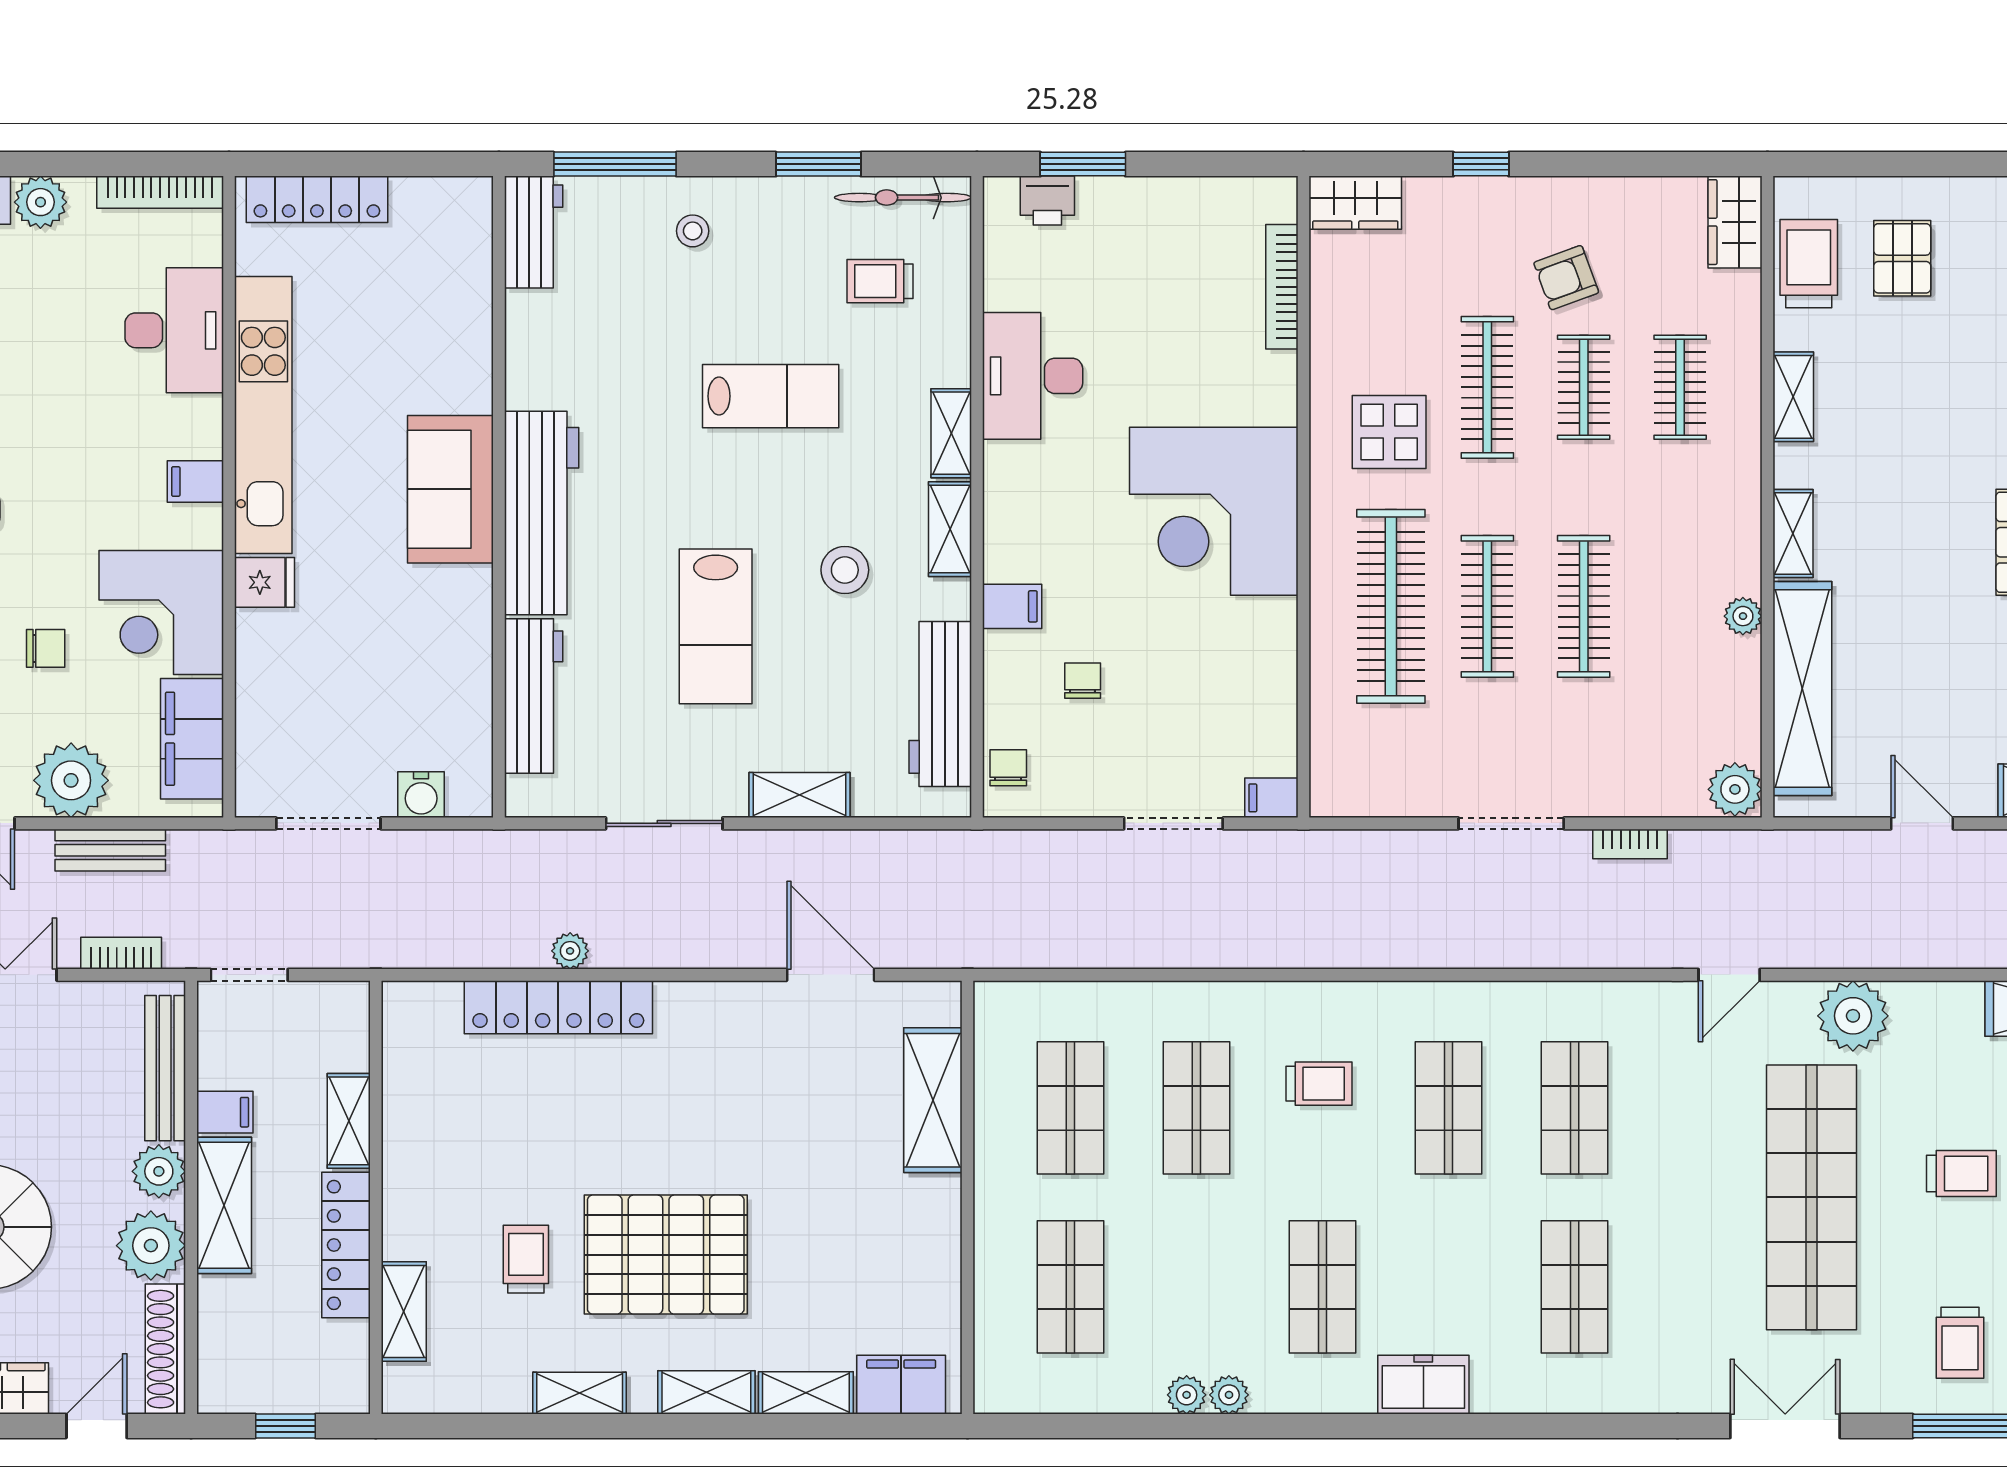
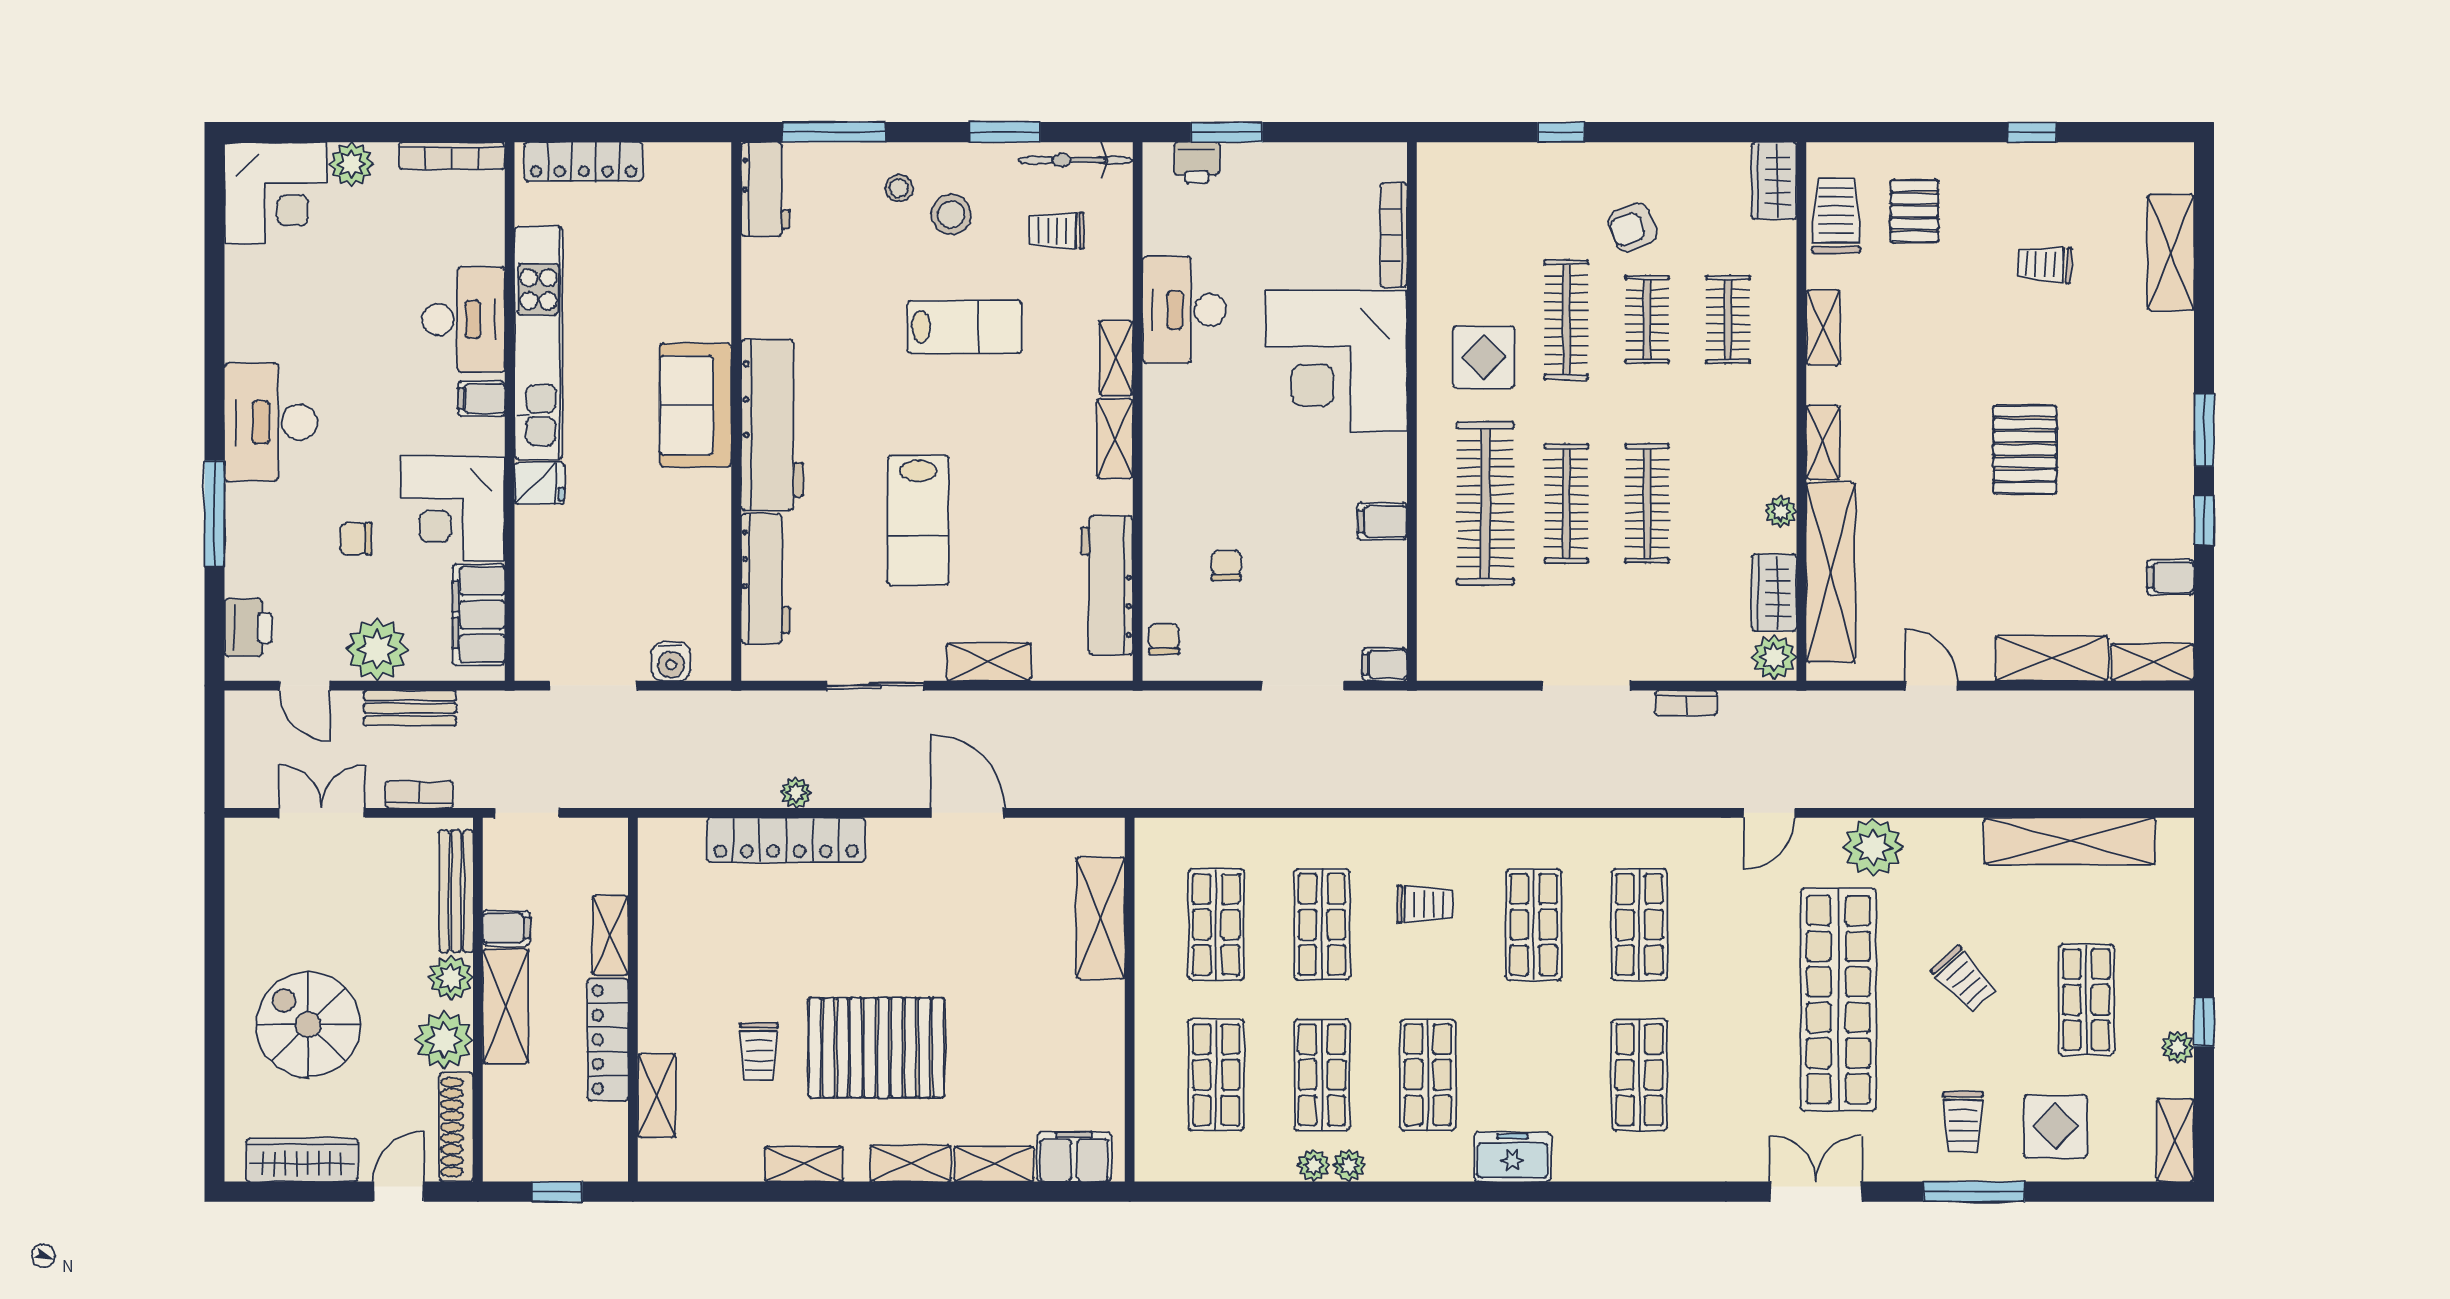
wardrobe: (1355, 203) -> (1774, 593), moved, turned 90
desk: (174, 330) -> (464, 319), moved
corner desk: (1214, 511) -> (1336, 361), moved
stool: (845, 570) -> (951, 215), moved
filing cabinet: (1012, 606) -> (1382, 521), moved, turned 180
chair: (46, 648) -> (356, 539), turned 180
door: (831, 975) -> (967, 813), moved
trolley: (1961, 1173) -> (1964, 980), turned 48
trolley: (526, 1259) -> (759, 1052), turned 180
shop shelf: (1196, 1287) -> (1322, 1075), added

